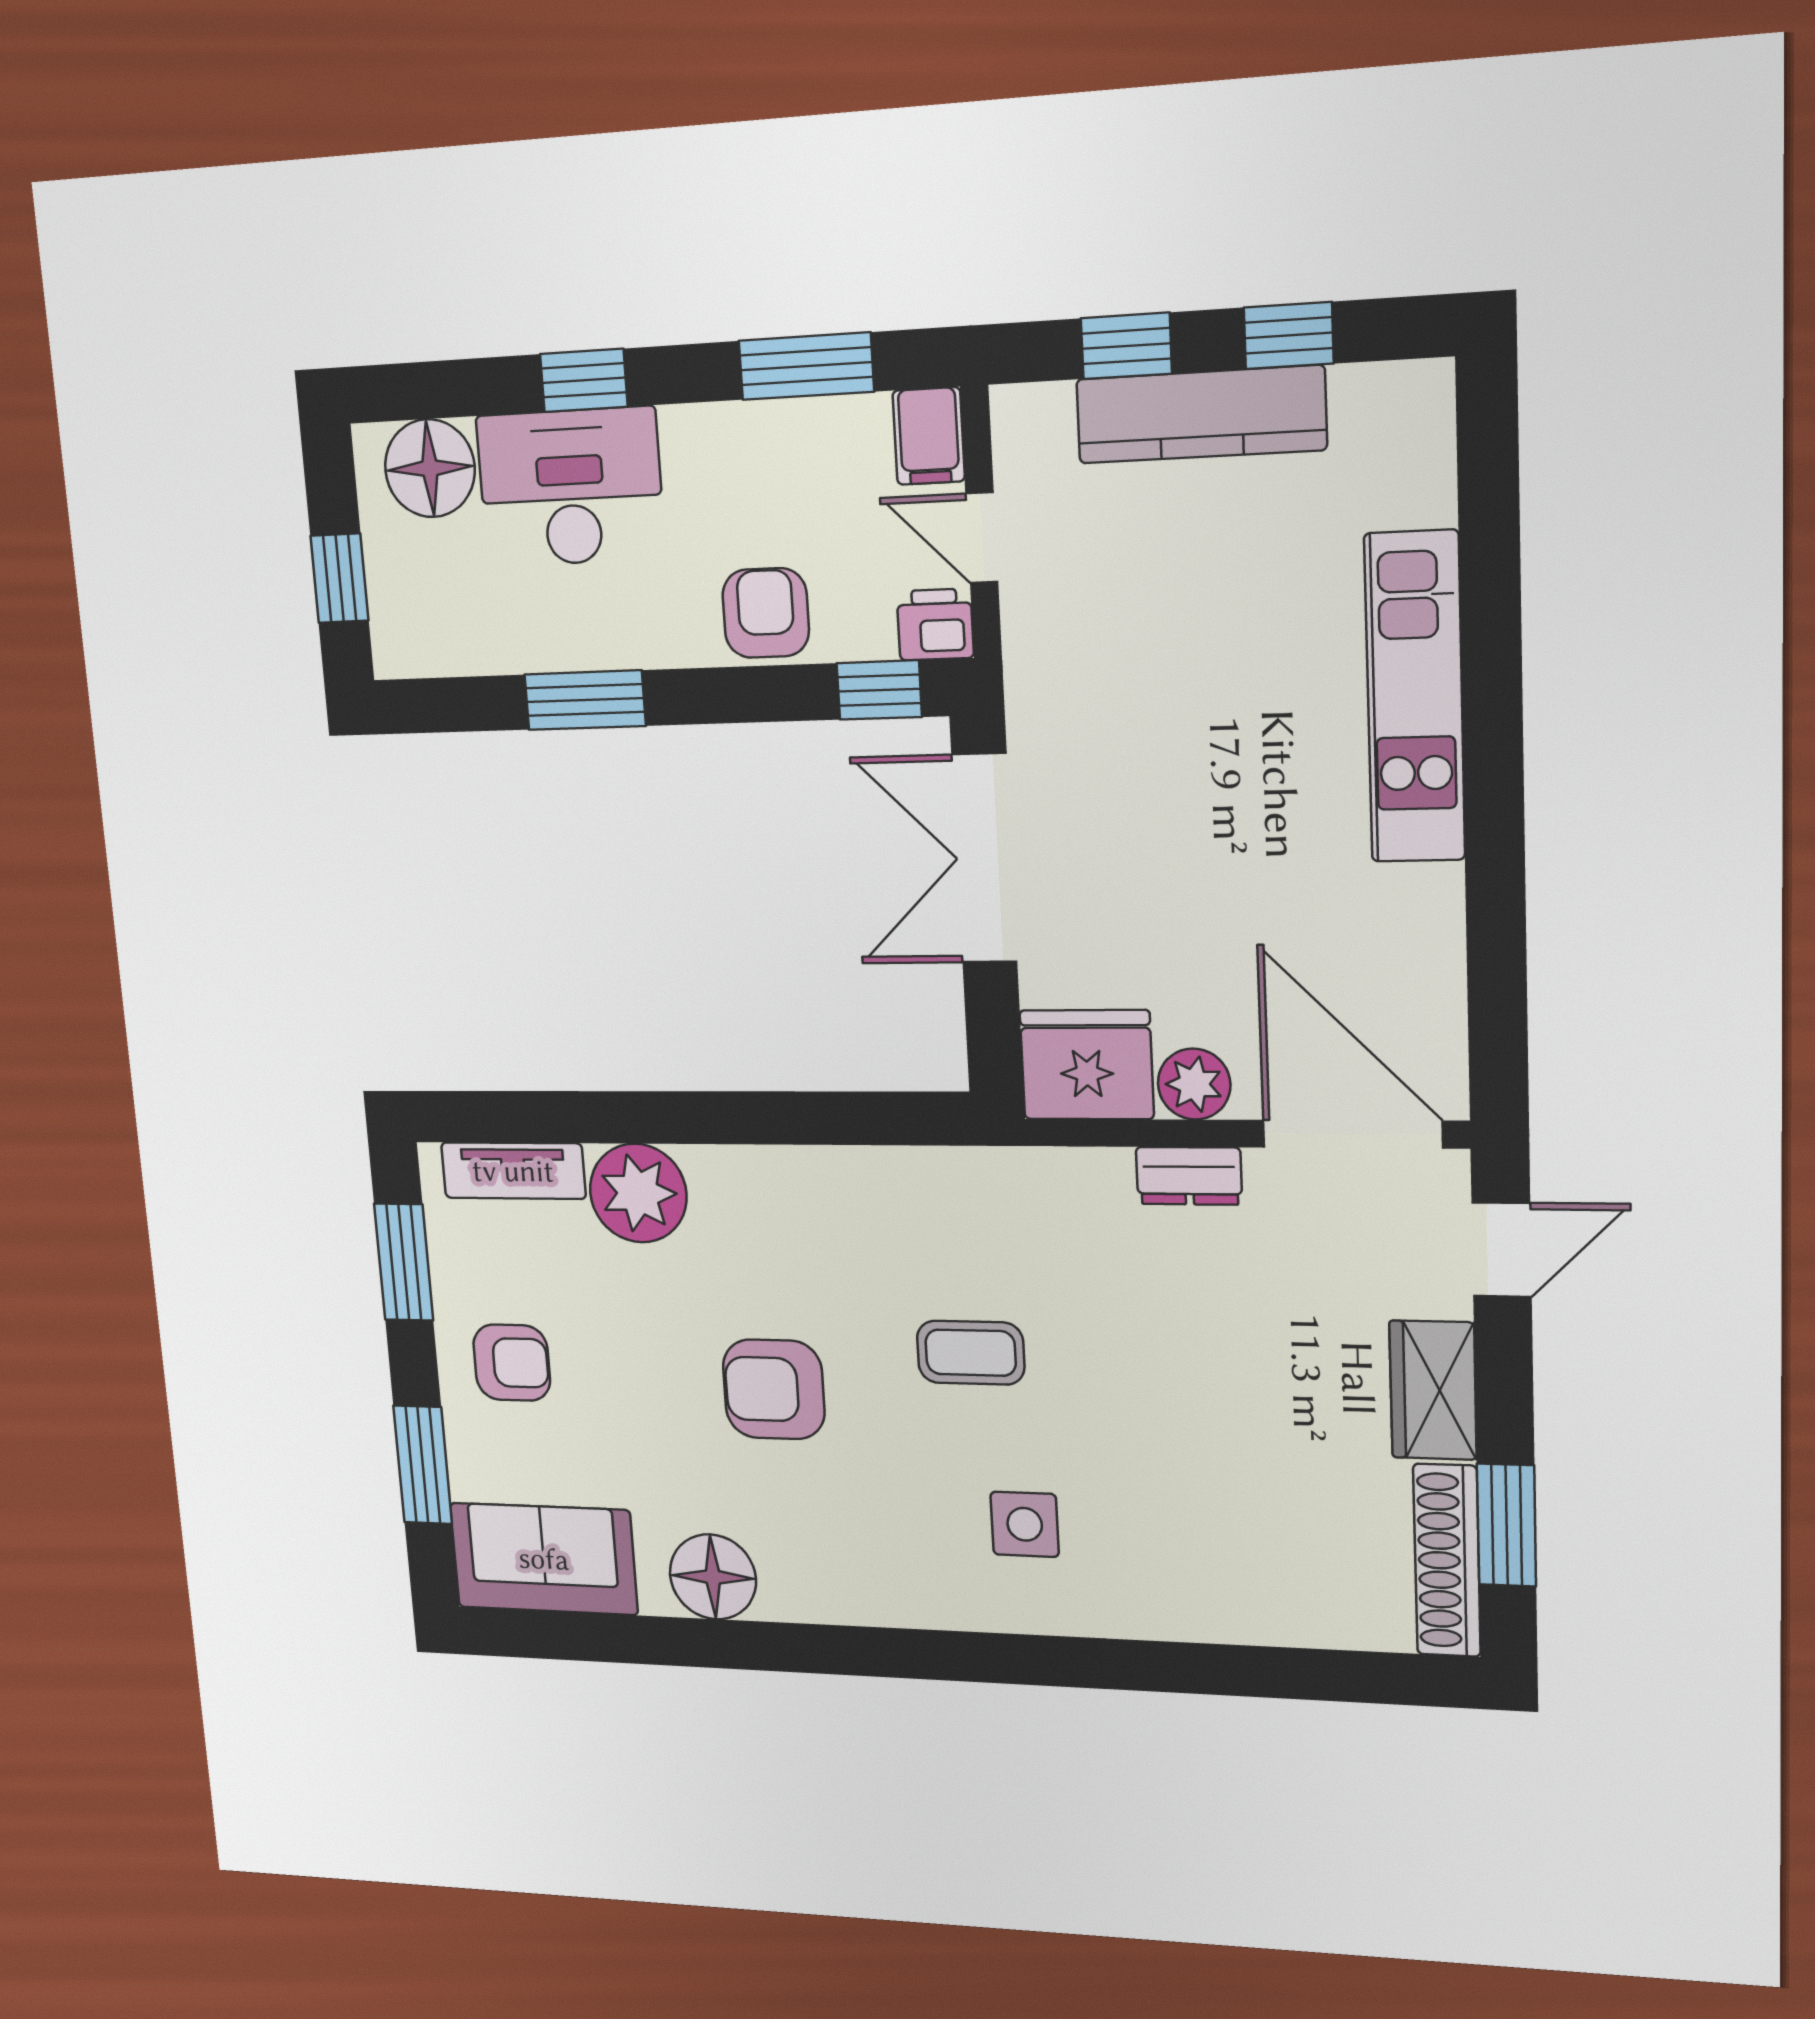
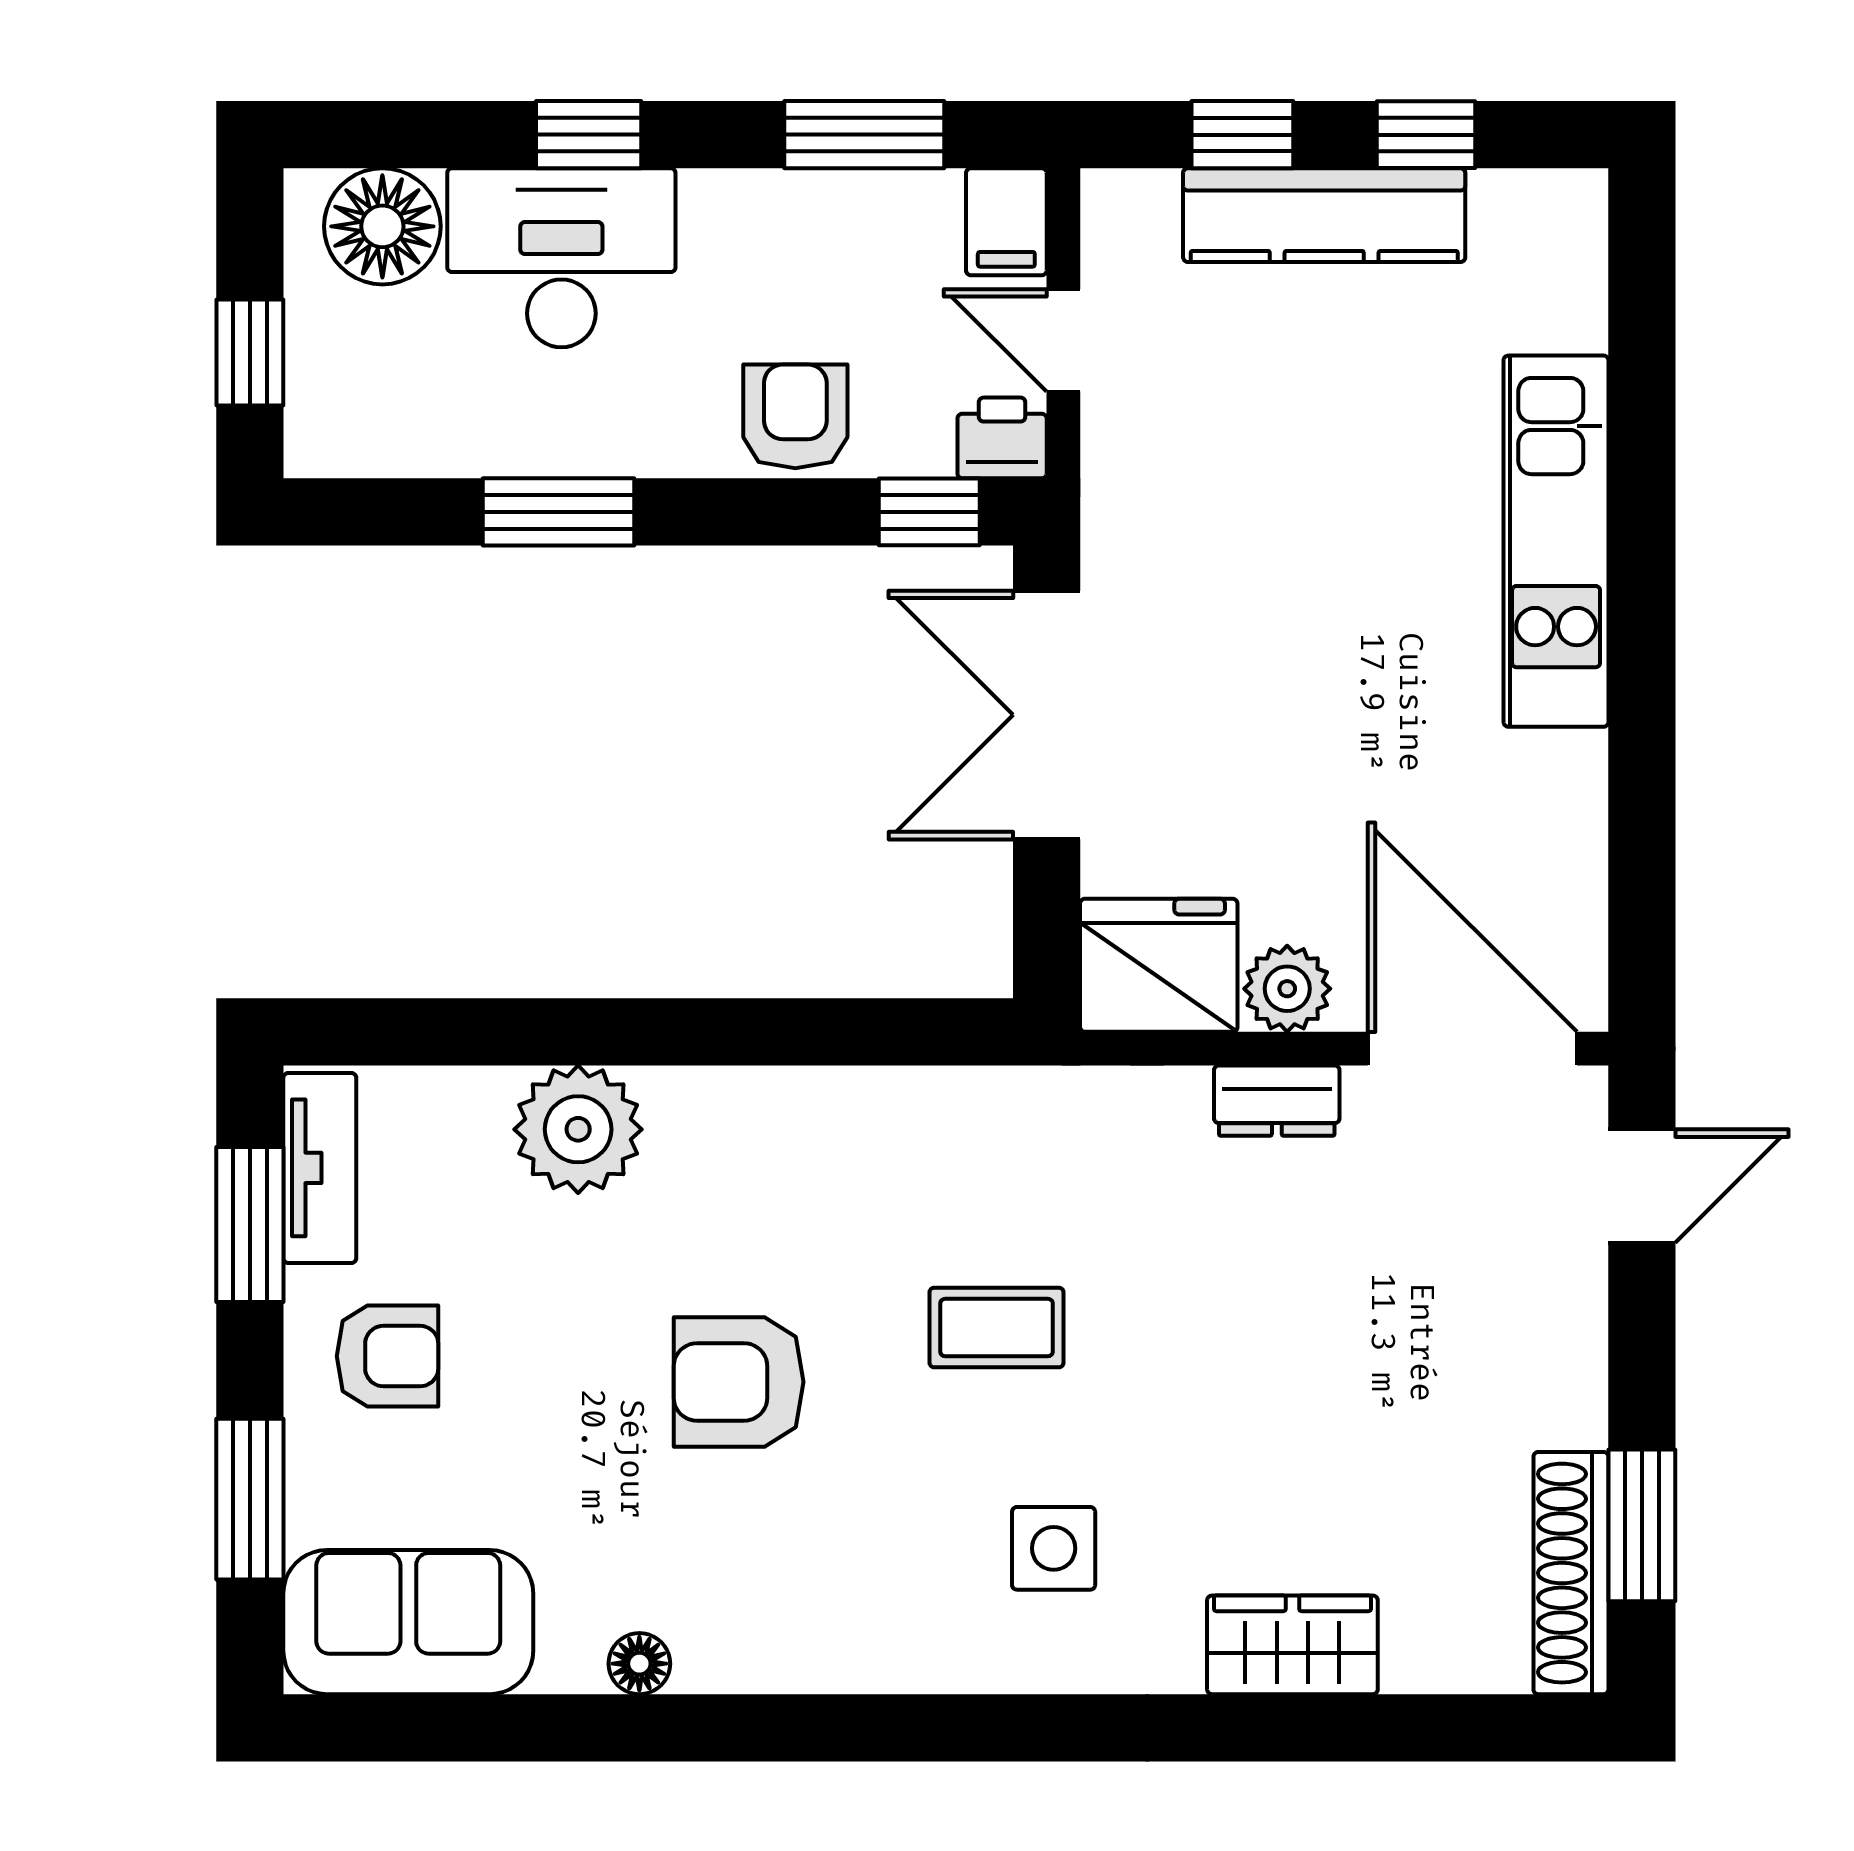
tv unit: (513, 1171) -> (320, 1168), moved, turned -90
wardrobe: (1433, 1390) -> (1292, 1645), moved, turned 90
floor lamp: (713, 1577) -> (639, 1664), width x0.53, depth x0.53

